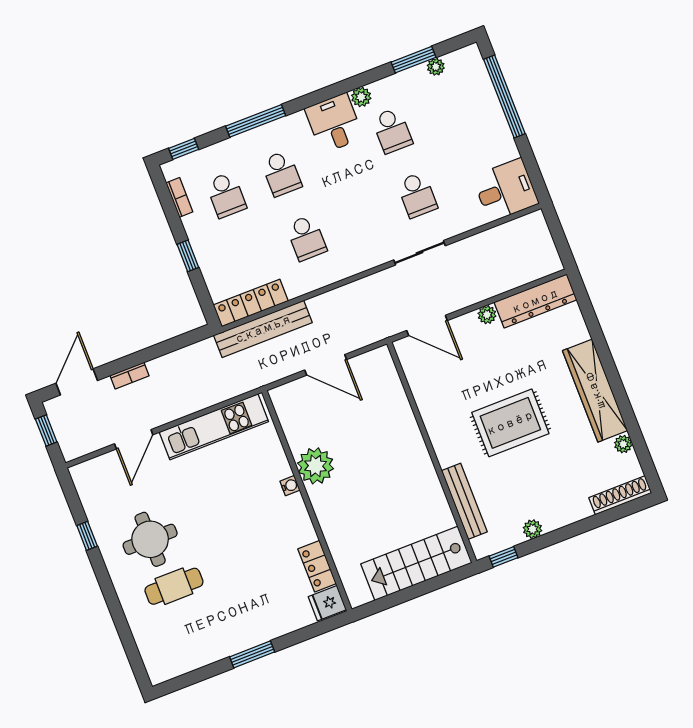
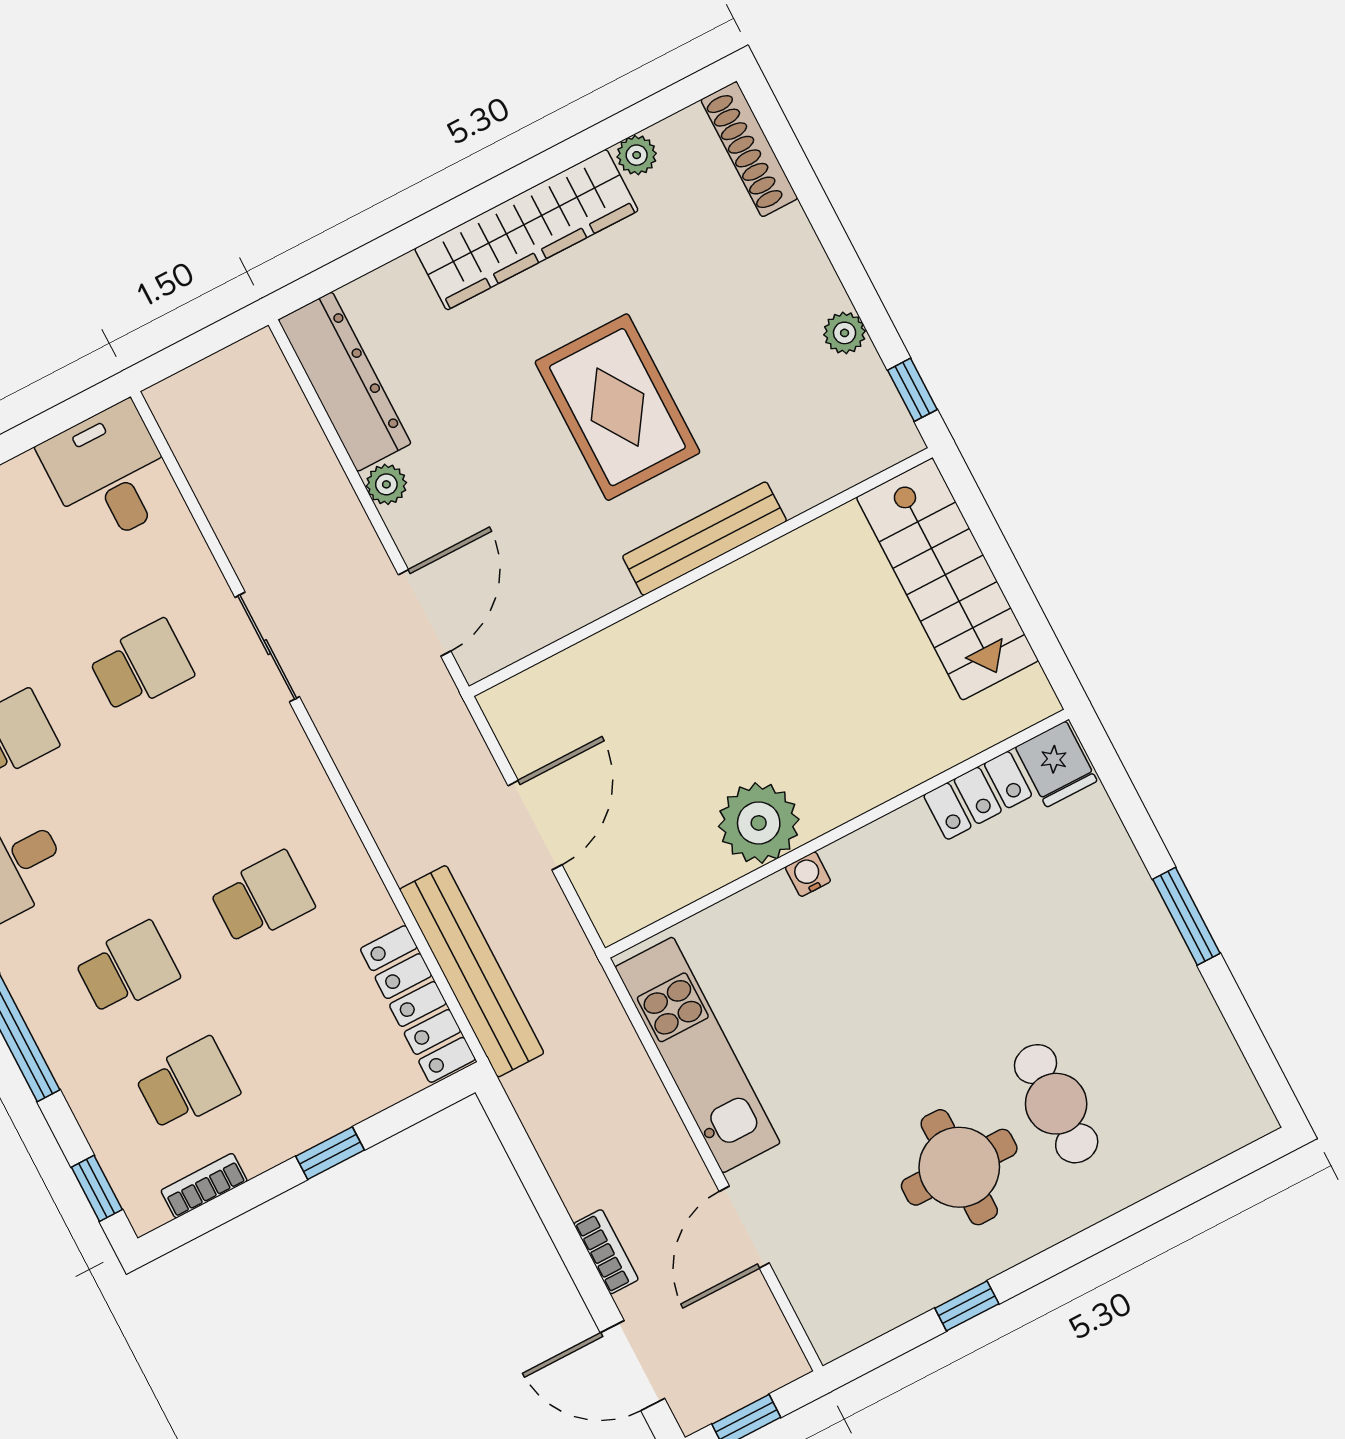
door: (134, 439) -> (744, 1227), swing flipped
bench: (464, 501) -> (705, 539), moved

